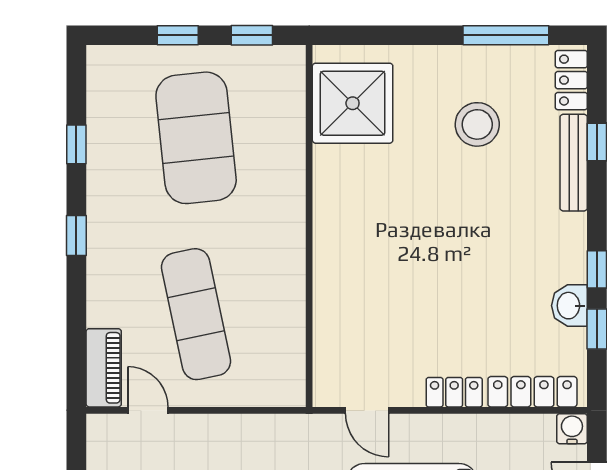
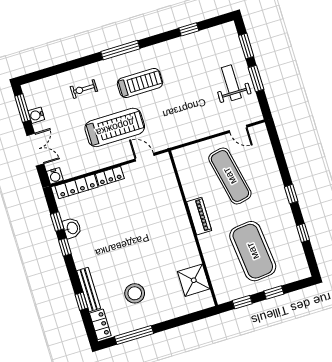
shower: (353, 103) -> (194, 280), width x0.73, depth x0.73
piano: (104, 368) -> (199, 216), moved, turned 180

